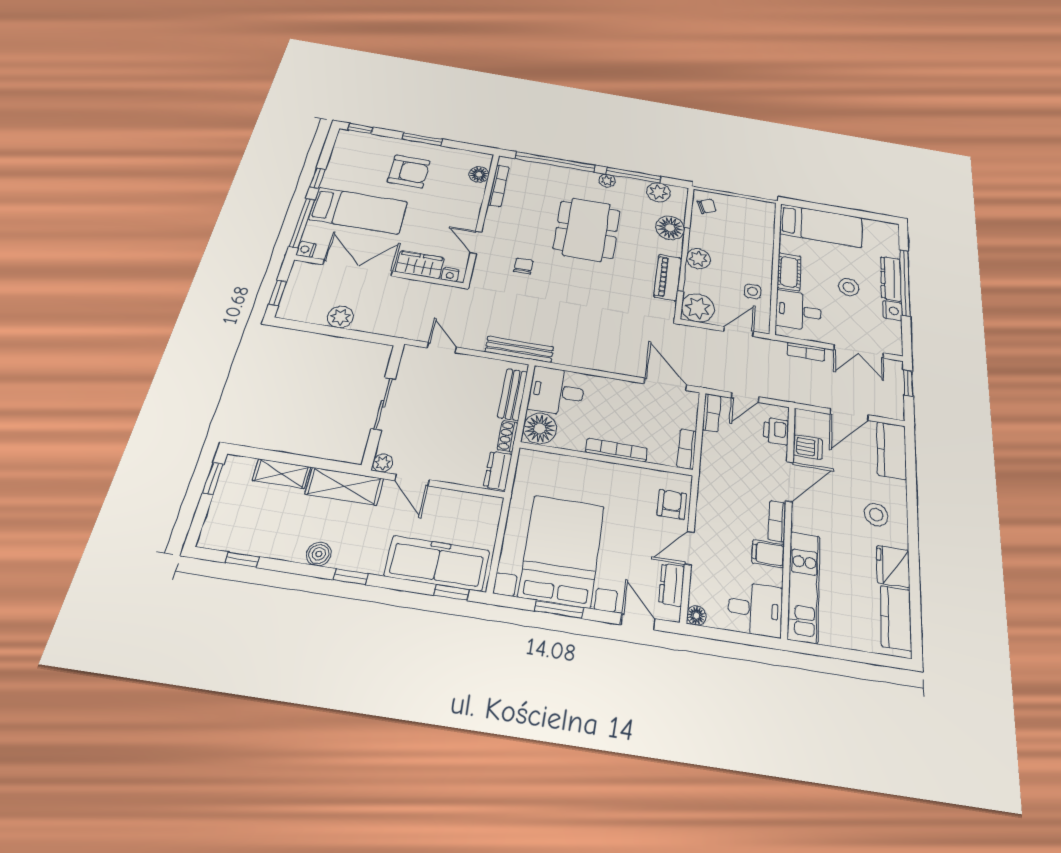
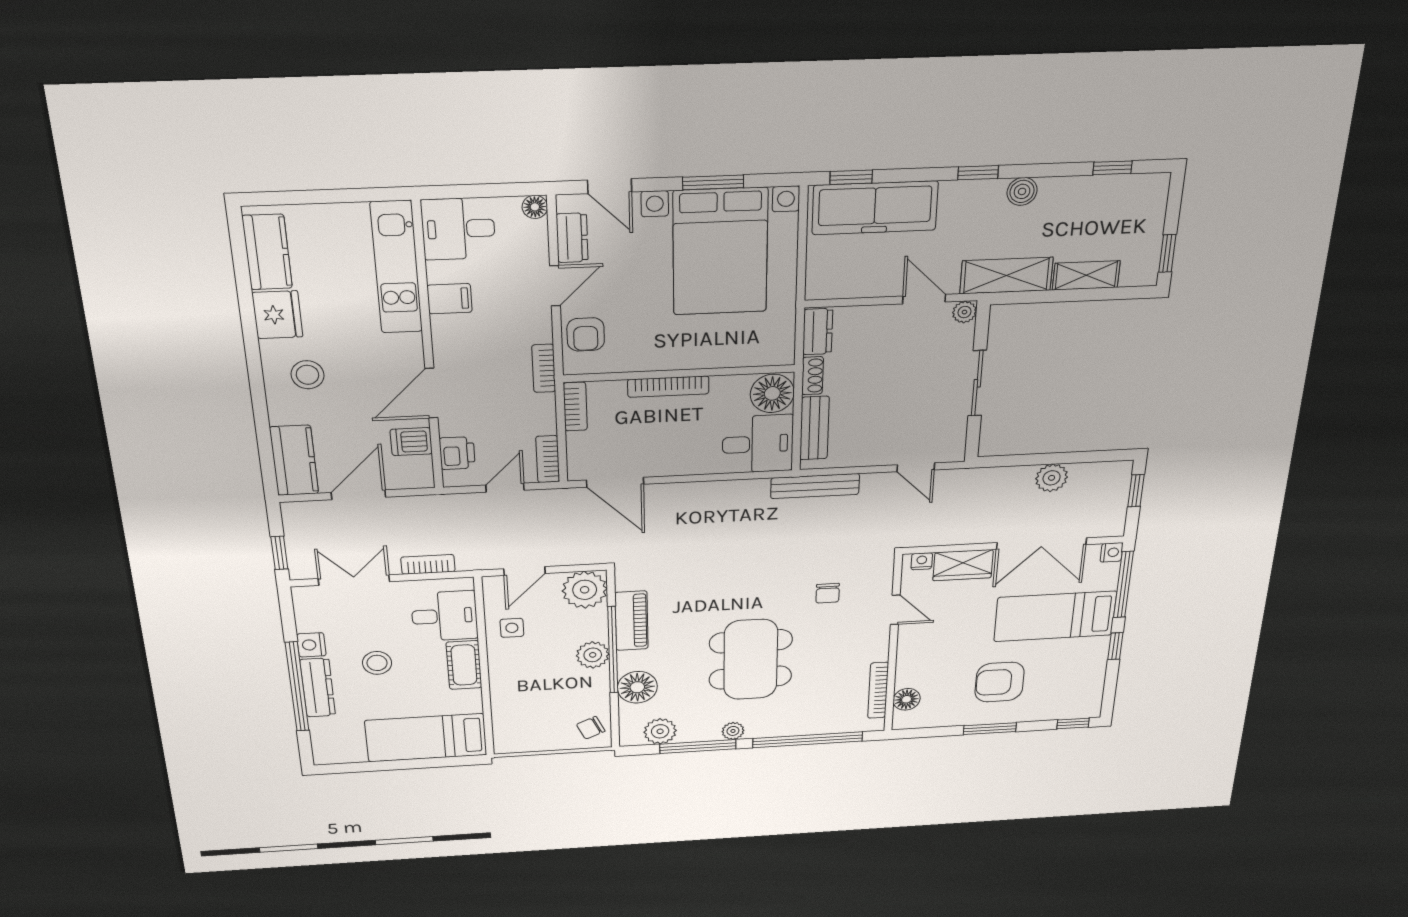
bookcase: (777, 521) -> (544, 368), moved, turned 180

